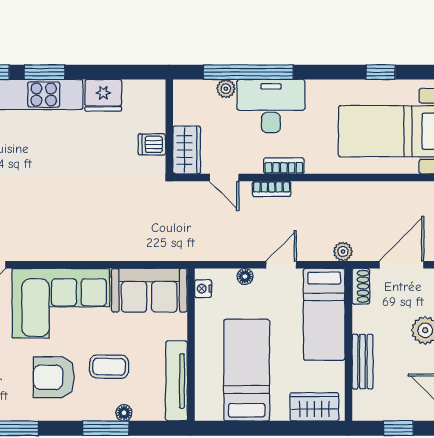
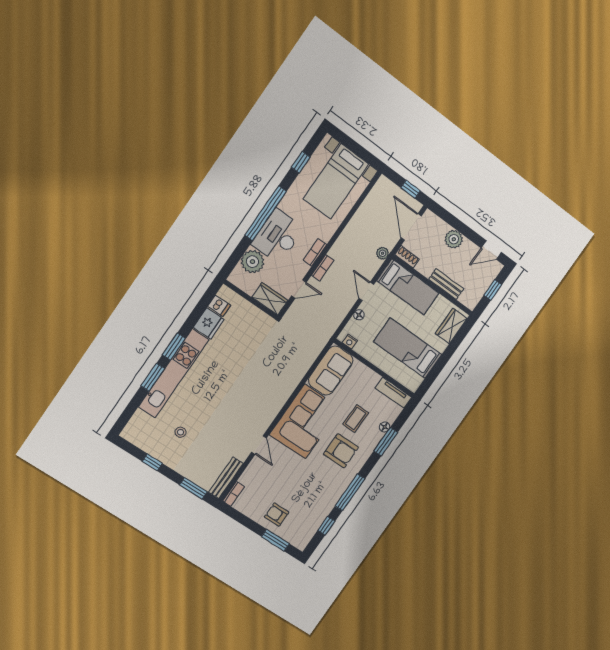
window: (248, 72) -> (266, 213), moved
plant: (226, 89) -> (252, 262), width x1.87, depth x1.87
dishwasher: (152, 144) -> (219, 306), moved, turned -90
armchair: (54, 377) -> (341, 451), turned -90
tv unit: (177, 381) -> (393, 393), width x0.71

